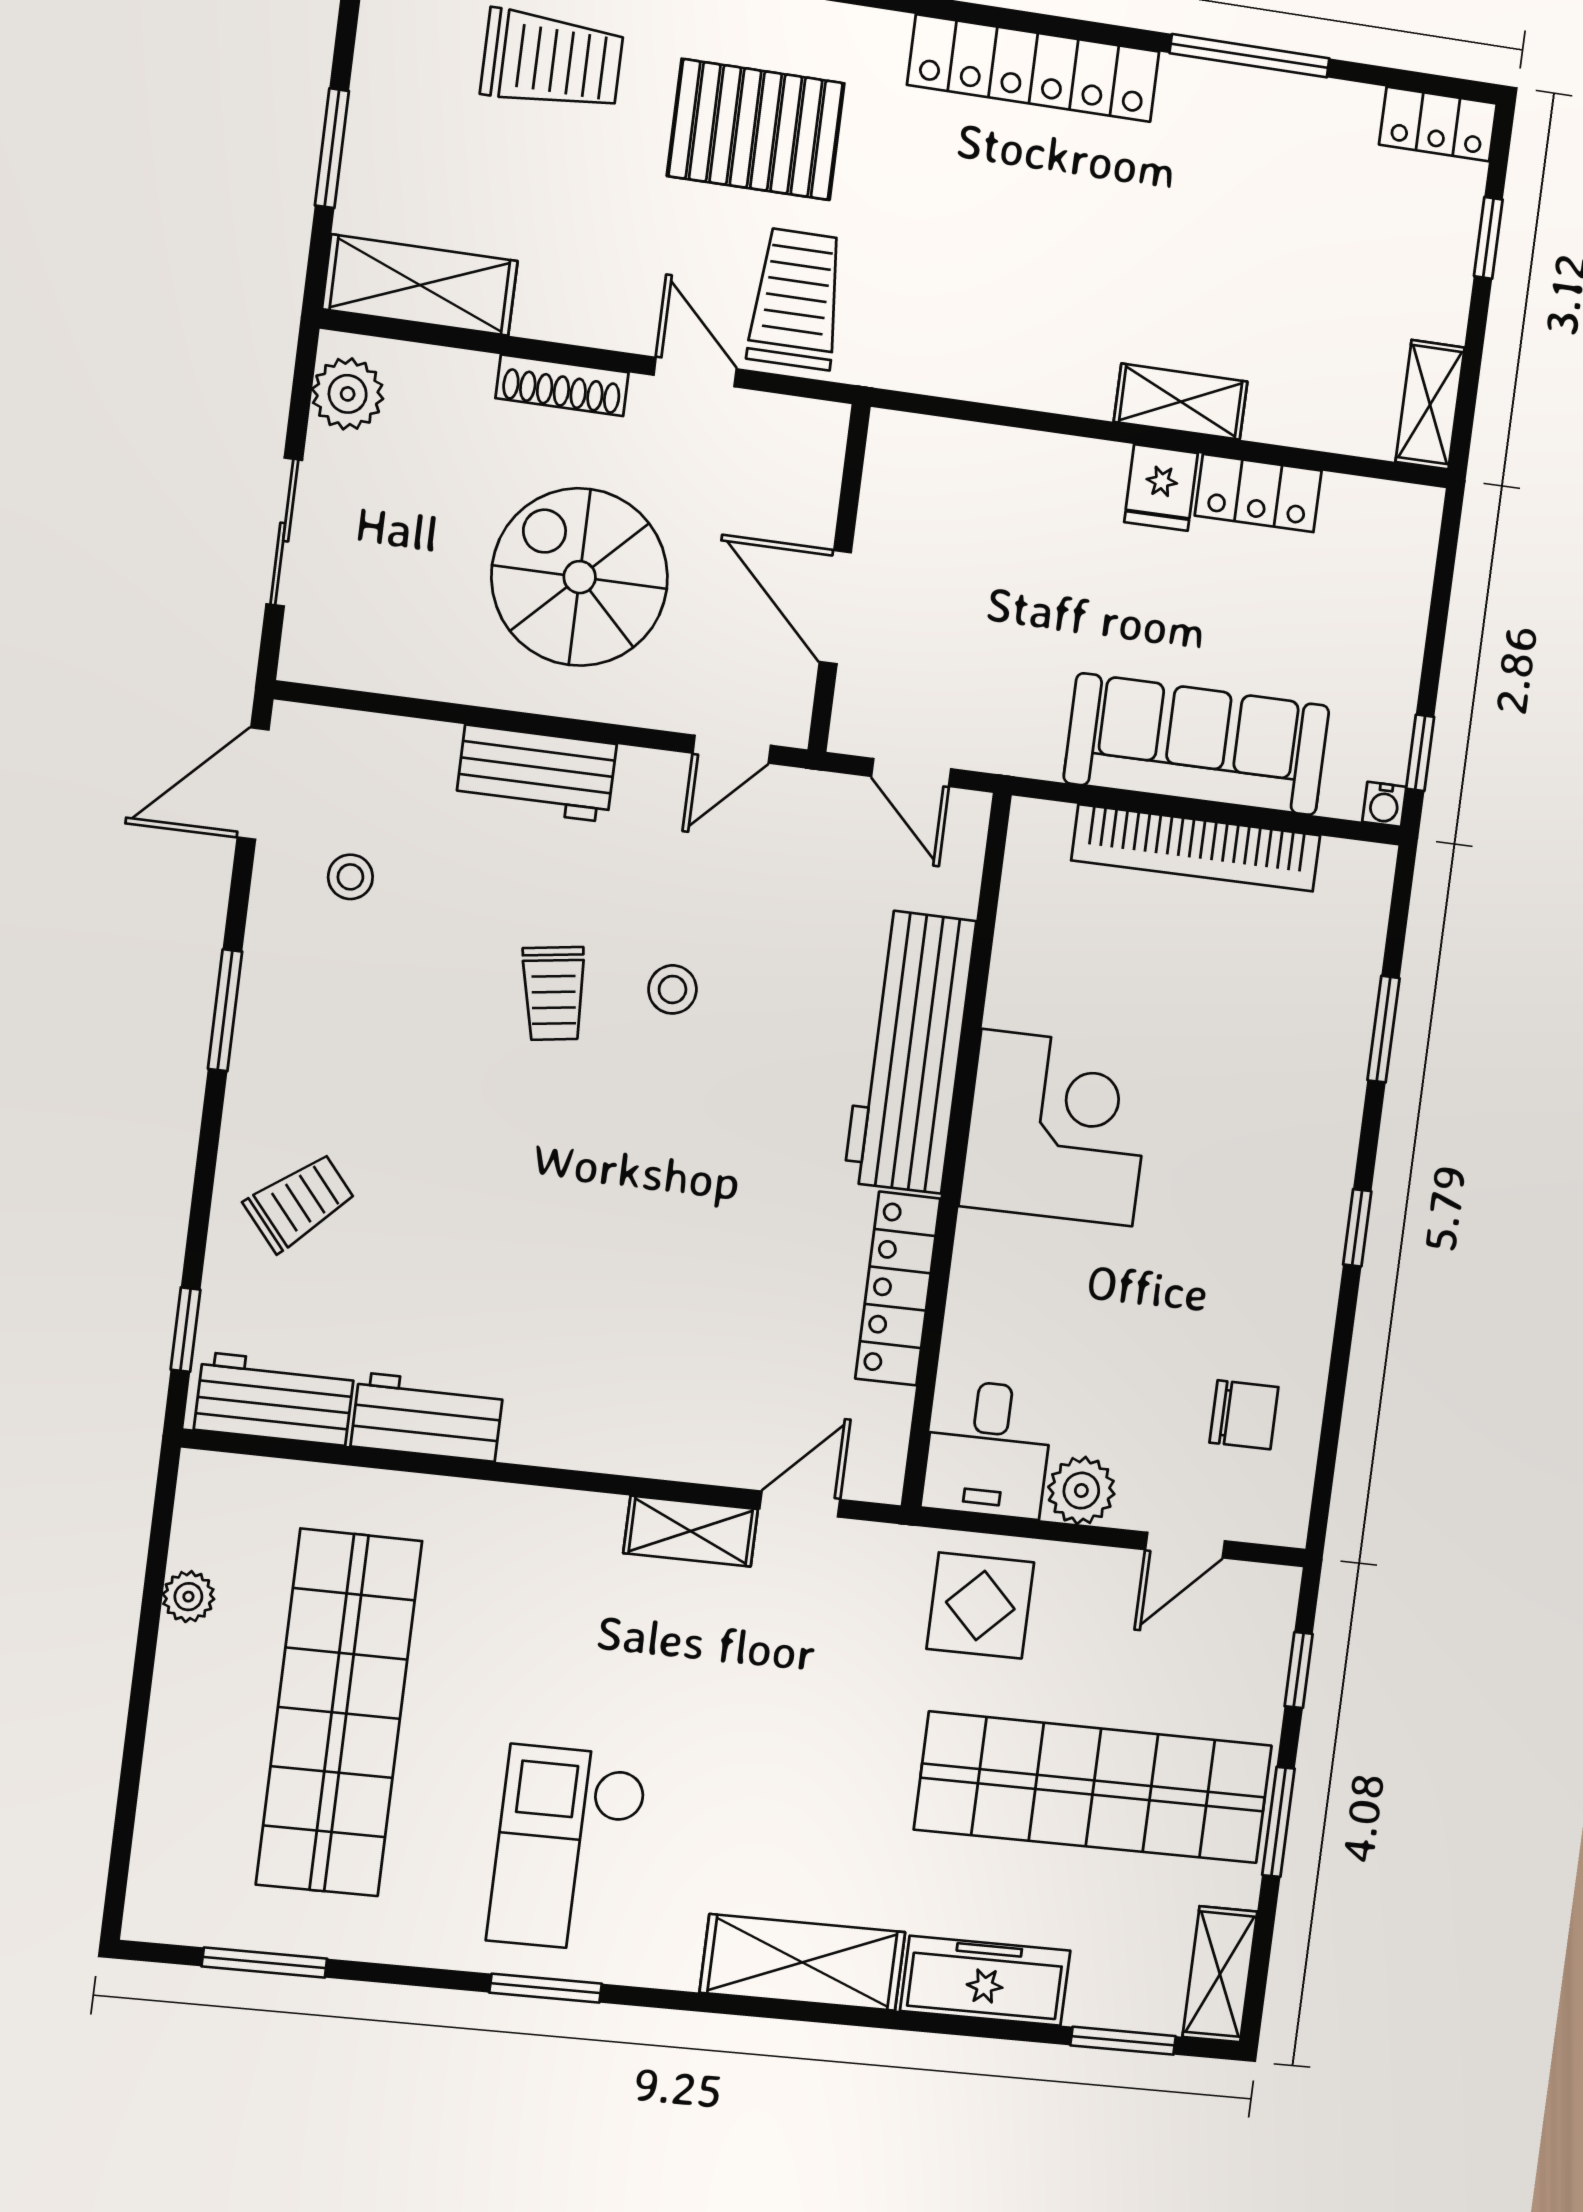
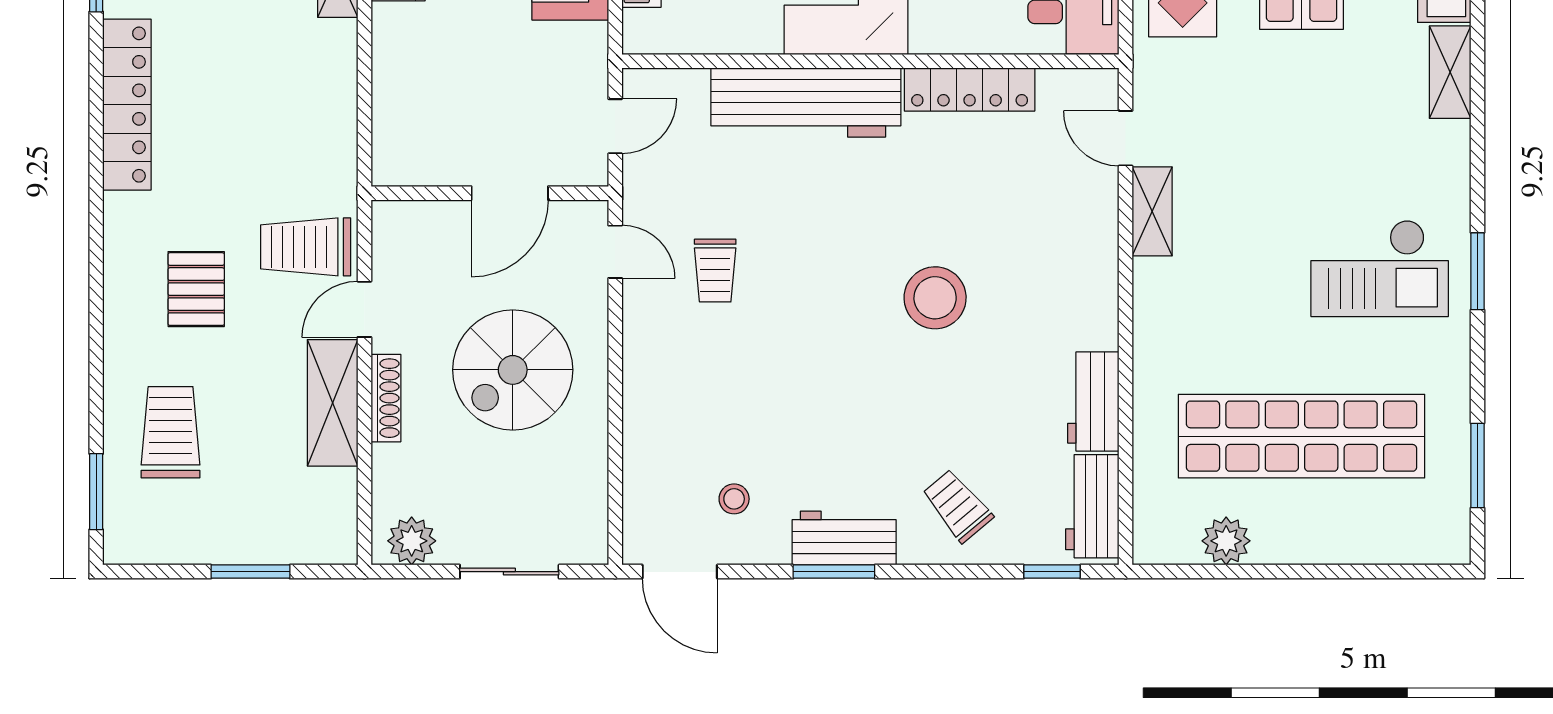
pallet: (756, 130) -> (196, 289), width x0.67, depth x0.71
shelving: (420, 285) -> (333, 403), moved
workbench: (536, 774) -> (844, 538), moved, turned -90
stool: (672, 989) -> (935, 298), moved, width x1.89, depth x1.89
trolley: (554, 993) -> (715, 271), moved, turned 98
plant: (188, 1597) -> (1226, 541), width x1.38, depth x1.38
shelving: (802, 1962) -> (1450, 72), width x0.67, depth x0.75

